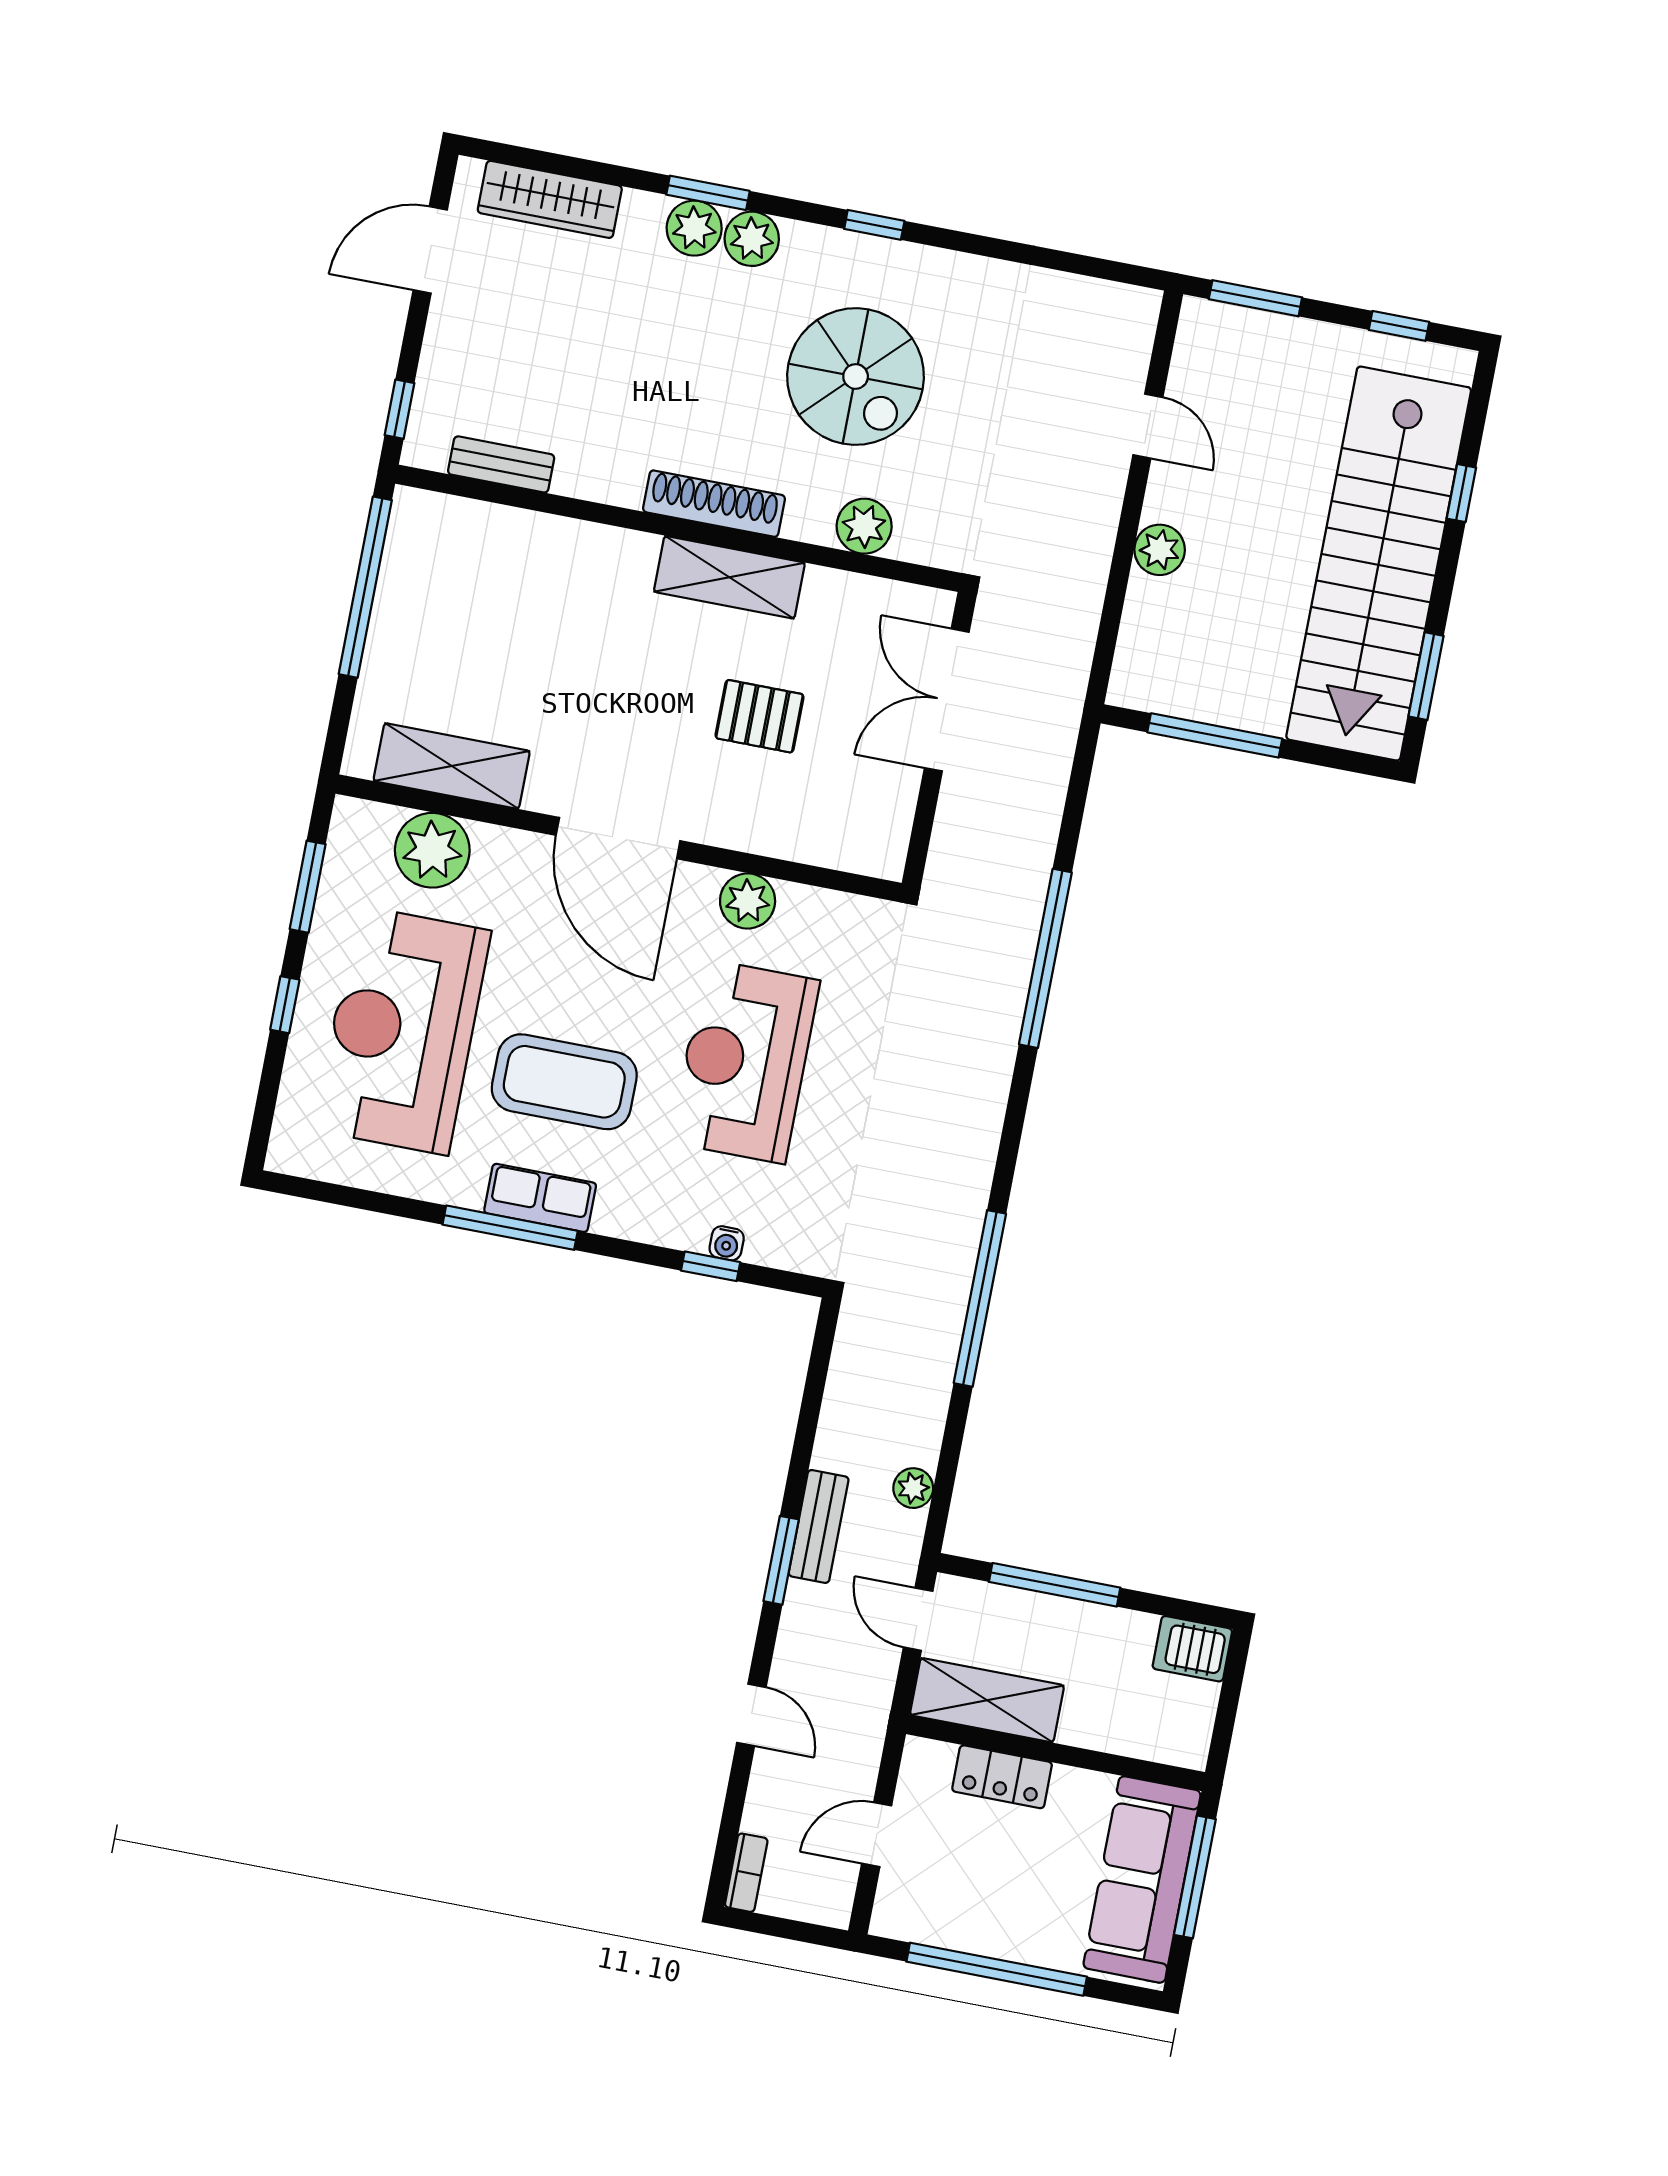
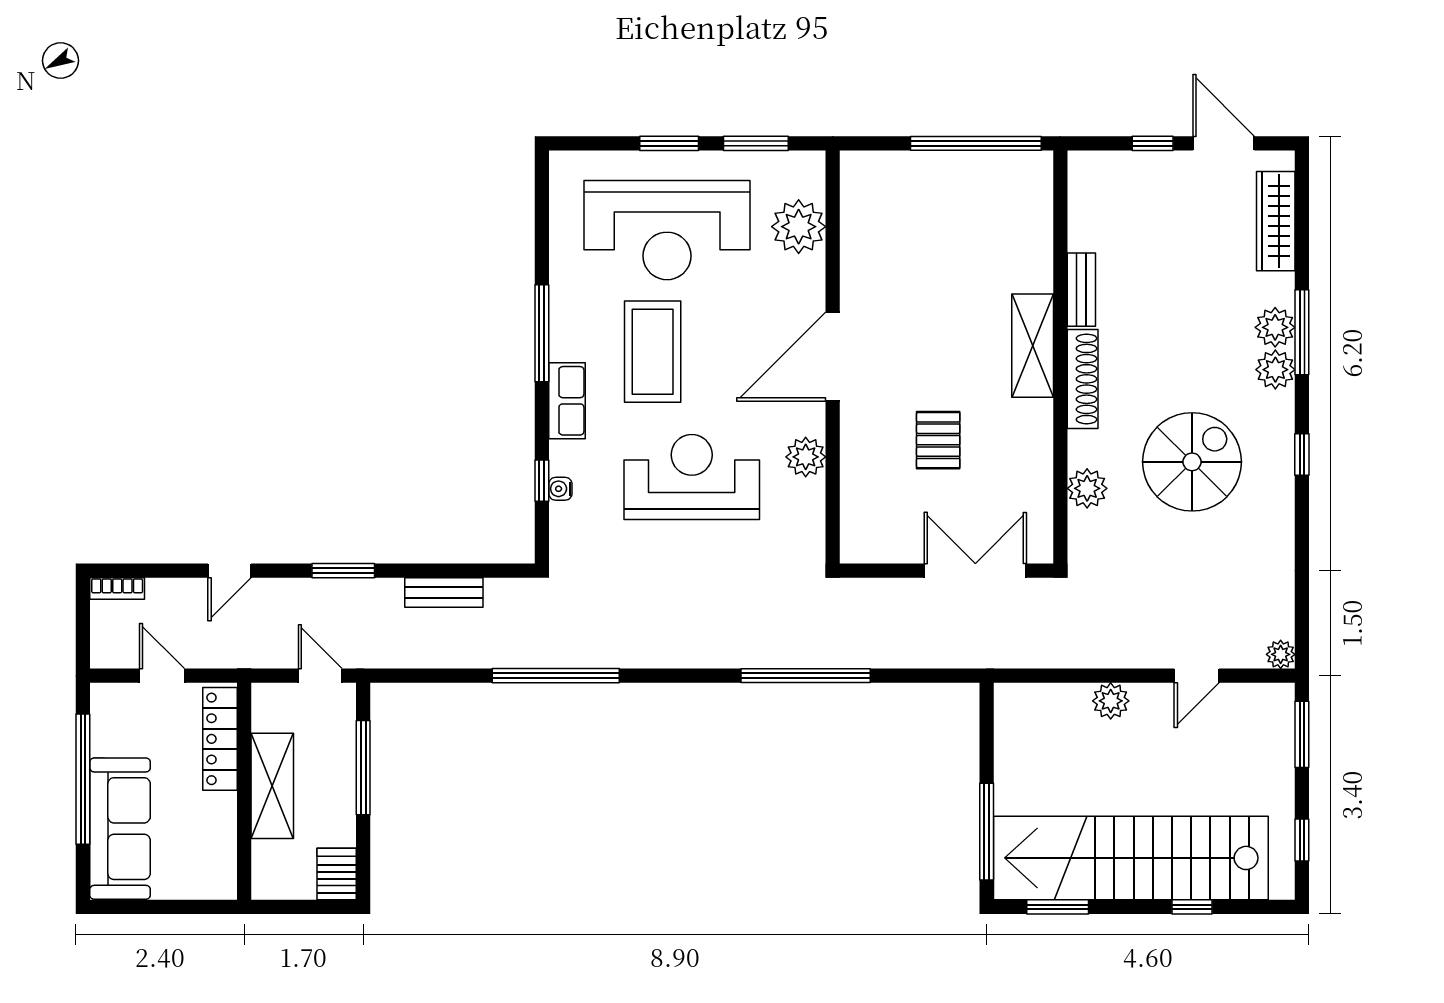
window: (708, 193) -> (1302, 332), width x1.44
spiral stairs: (856, 376) -> (1192, 462), turned 180
window: (400, 409) -> (1153, 143), moved
bench: (501, 464) -> (1081, 290), moved
shelving: (729, 577) -> (1033, 346), moved
window: (1215, 735) -> (987, 832), moved
shelving: (452, 766) -> (861, 229), removed
window: (285, 1005) -> (669, 143), width x1.50
reception desk: (402, 1030) -> (667, 230), turned 180
row of seats: (540, 1198) -> (567, 401), moved
plant: (913, 1488) -> (1281, 654), moved
bench: (819, 1526) -> (444, 593), moved
door: (918, 1619) -> (320, 676), hinge flipped
shelving: (987, 1700) -> (272, 786), moved
locker: (1002, 1777) -> (220, 739), width x1.53
window: (1195, 1877) -> (175, 907), removed
sofa: (1142, 1879) -> (120, 829), moved, turned 90

